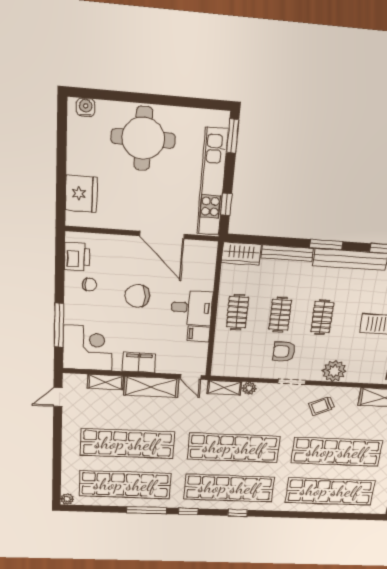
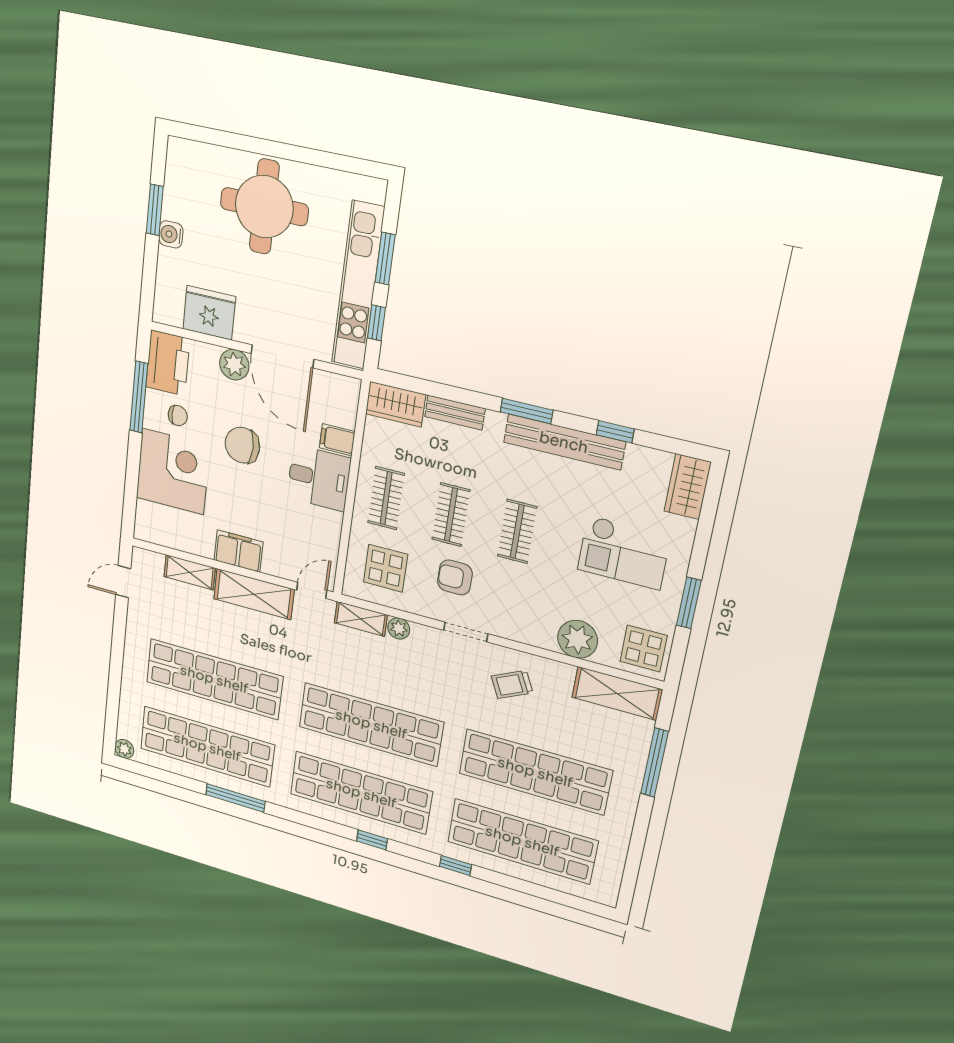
water cooler: (86, 107) -> (171, 234), moved, turned -90
window: (233, 136) -> (385, 259), moved
window: (62, 150) -> (155, 210), added
fridge: (81, 194) -> (209, 313), moved, turned -90
plant: (128, 245) -> (234, 365), added
bench: (287, 253) -> (455, 413), width x0.73
printer: (77, 256) -> (168, 363), width x1.37, depth x1.19
window: (59, 325) -> (139, 397), moved
filing cabinet: (198, 334) -> (337, 440), moved
corner desk: (88, 348) -> (173, 471), moved
display table: (239, 354) -> (386, 568), added
plant: (334, 371) -> (578, 639), moved
door: (191, 377) -> (312, 590), swing flipped
window: (188, 511) -> (456, 866), moved

